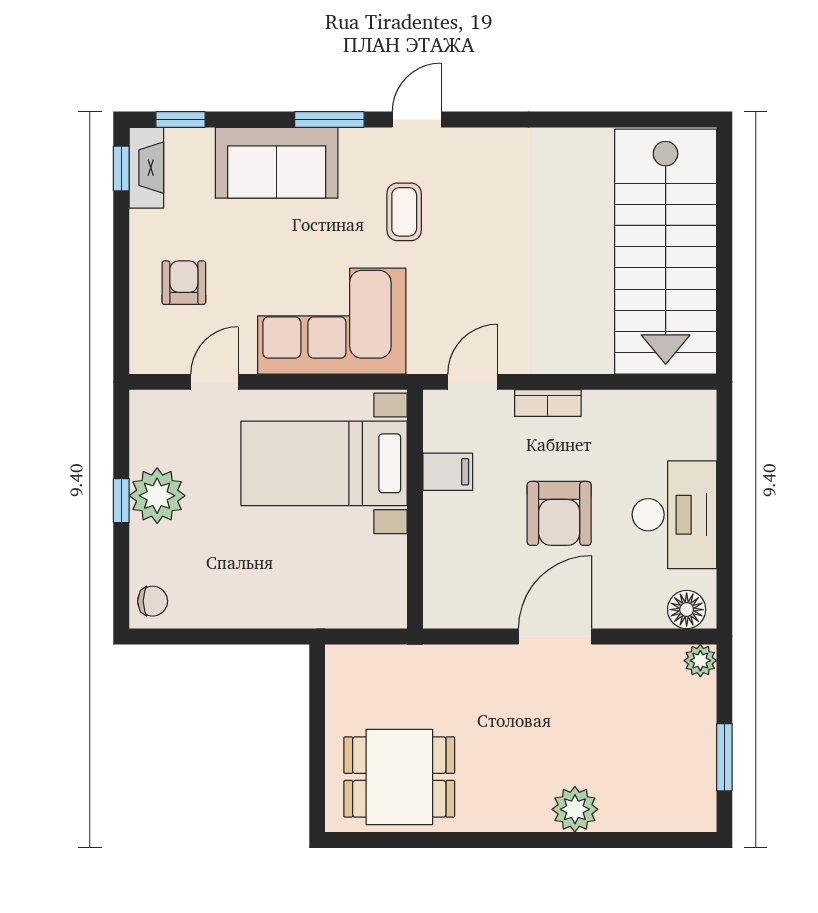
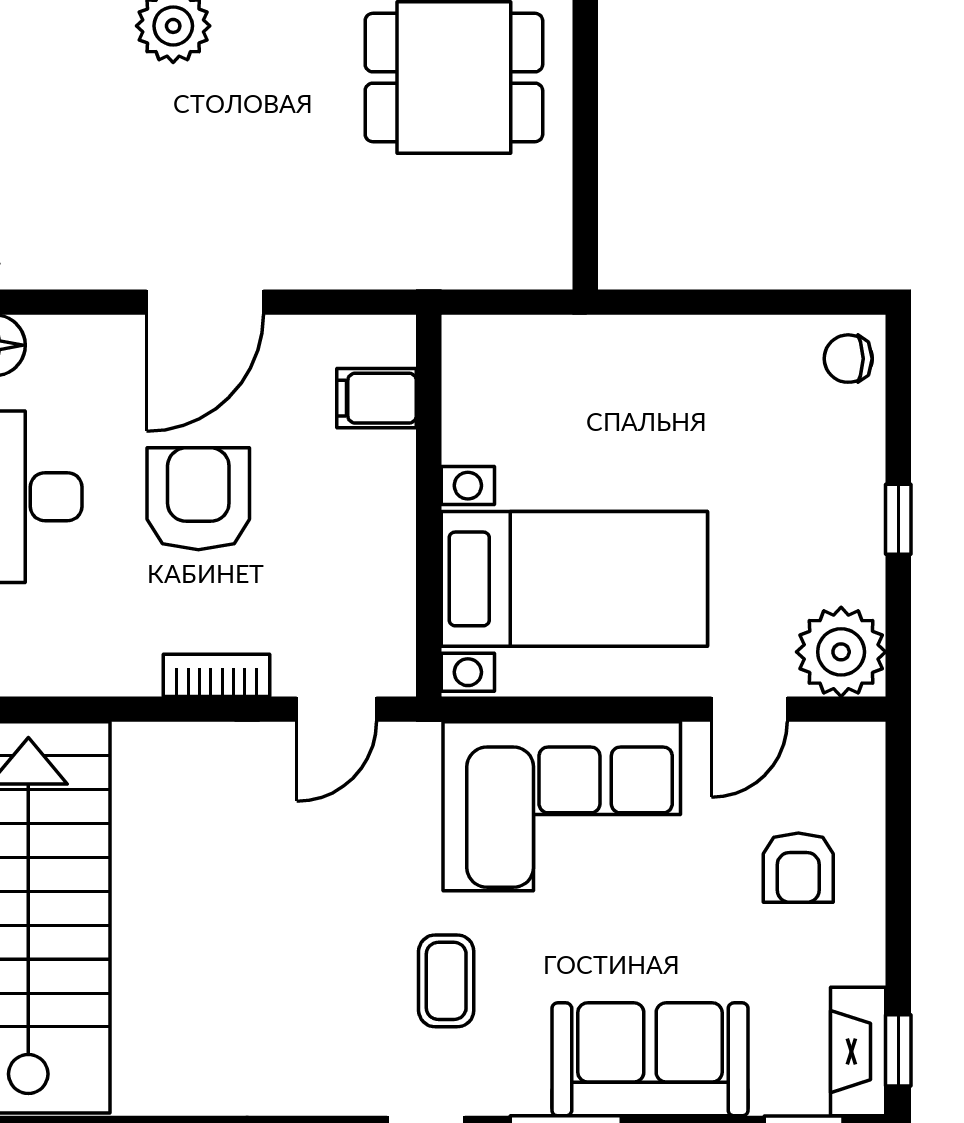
filing cabinet: (448, 472) -> (377, 398), moved
plant: (157, 496) -> (841, 652), moved

